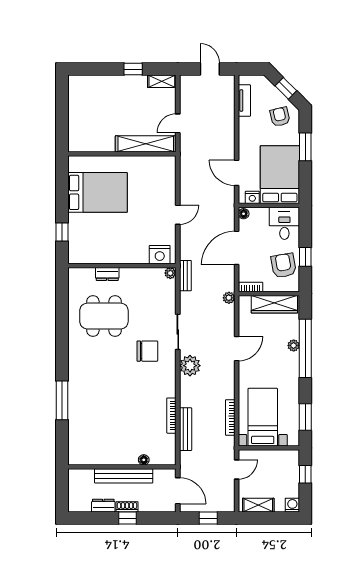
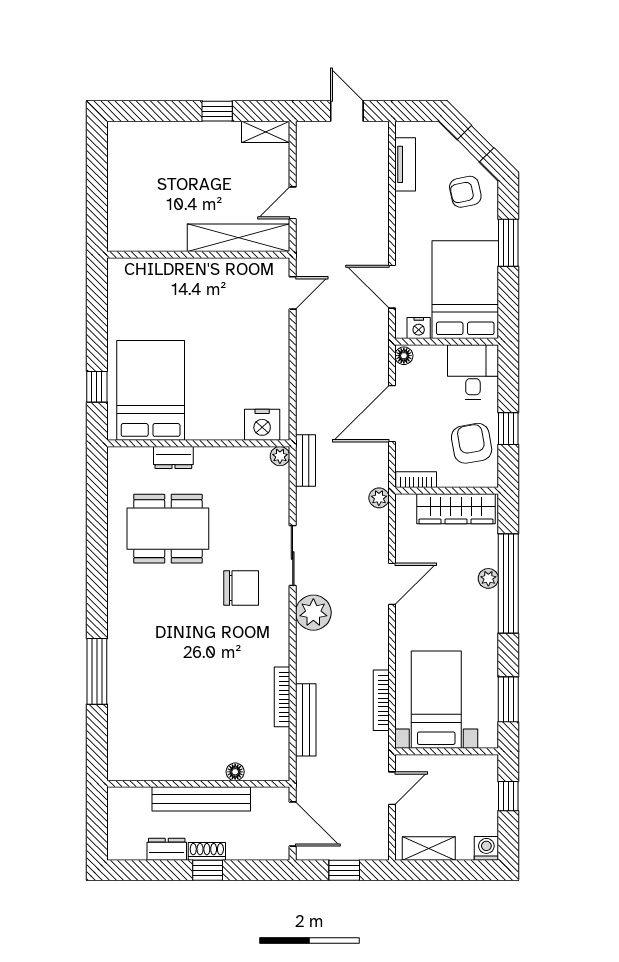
armchair: (280, 117) -> (465, 192), turned -89
bed: (97, 192) -> (151, 390), moved, turned -90
door: (178, 215) -> (293, 293), moved

